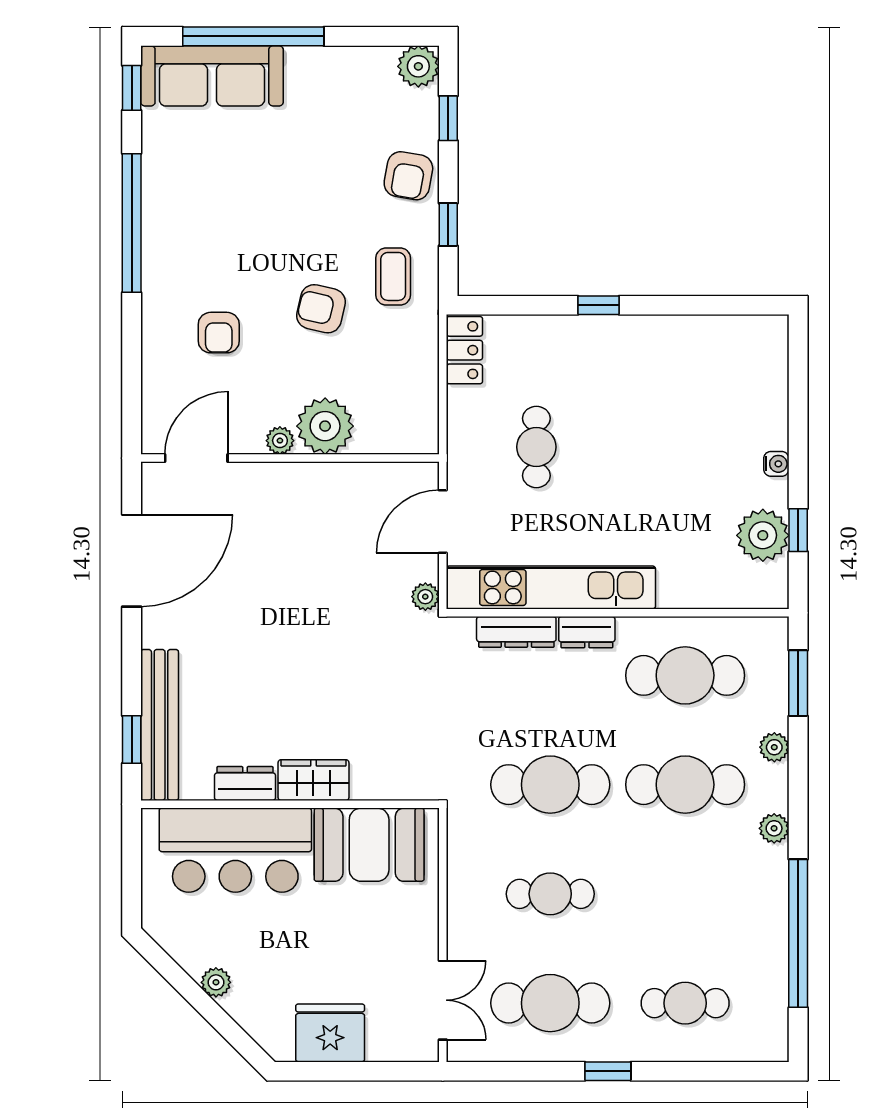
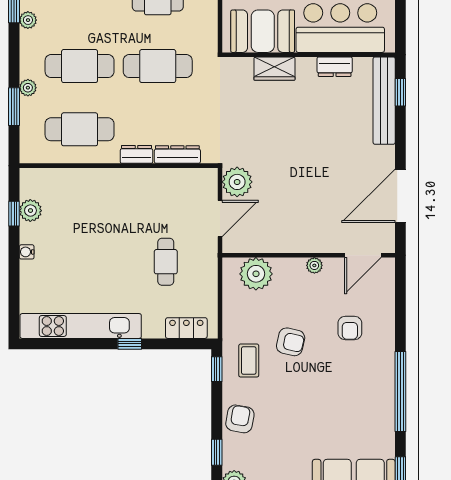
window: (448, 225) -> (217, 369), moved
armchair: (219, 333) -> (350, 328), turned 180
locker: (464, 350) -> (186, 328), moved, turned 90
plant: (325, 426) -> (256, 274), moved
plant: (763, 535) -> (30, 211), width x0.73, depth x0.73
kitchen unit: (551, 587) -> (81, 326), moved, turned 180
plant: (425, 597) -> (237, 182), width x1.88, depth x1.88
window: (798, 683) -> (14, 107), moved
wardrobe: (313, 780) -> (274, 69), moved
plant: (774, 828) -> (28, 20), moved

